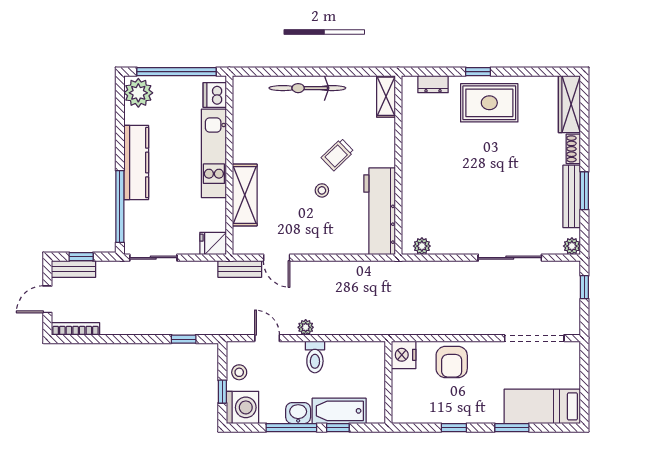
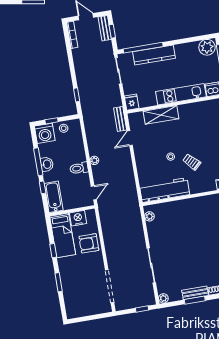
kitchen counter: (136, 163) -> (154, 55), moved
bench: (572, 196) -> (195, 293), width x0.73
door: (267, 338) -> (94, 193), moved
nightstand: (404, 355) -> (78, 218), moved
bed: (542, 406) -> (63, 235), moved, turned 180
bathtub: (339, 411) -> (54, 197), moved

